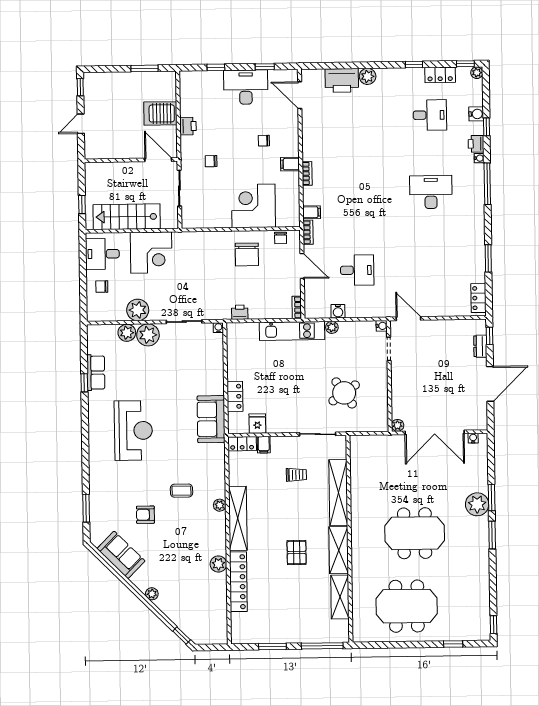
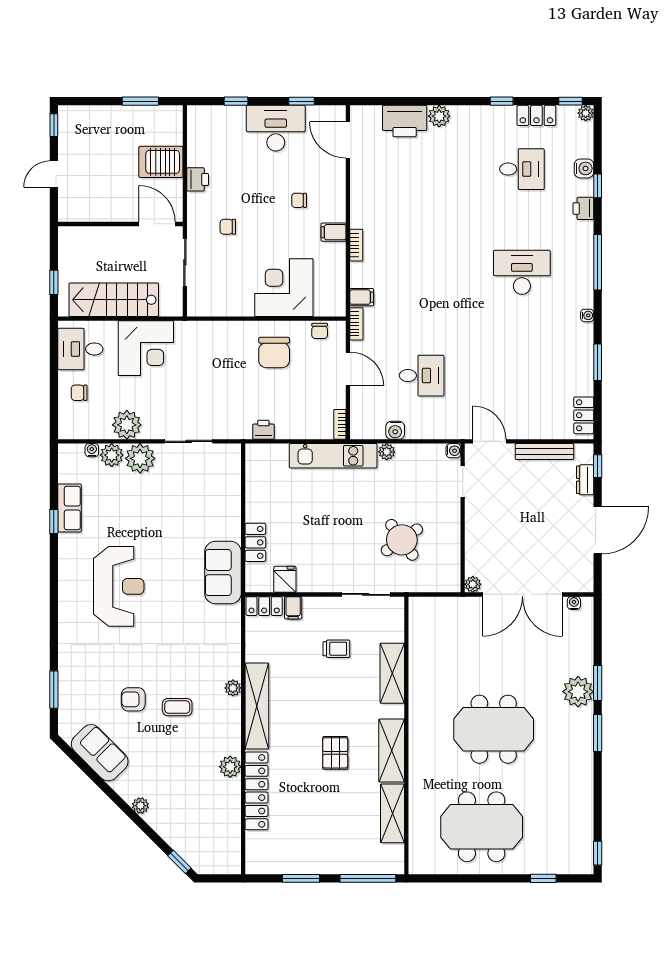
water cooler: (479, 158) -> (587, 315), moved
bench: (450, 326) -> (545, 452), added
water cooler: (218, 328) -> (92, 450), moved
coffee table: (181, 491) -> (177, 707), moved
shelving: (338, 492) -> (392, 673), width x0.68

